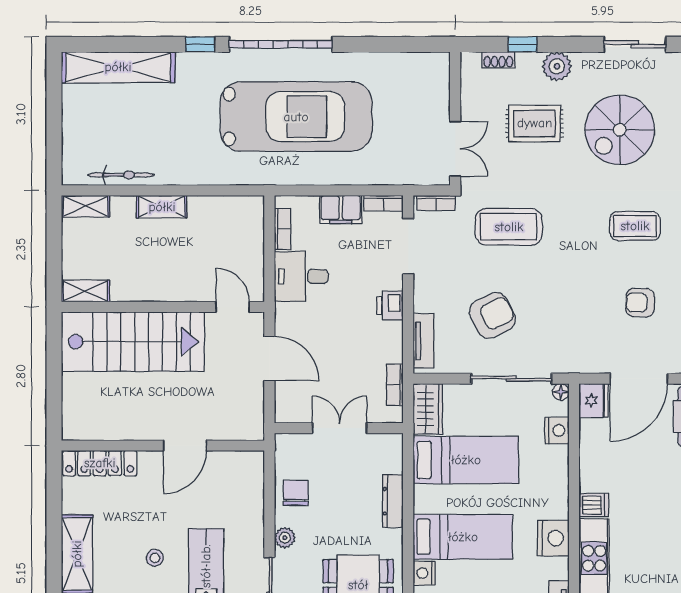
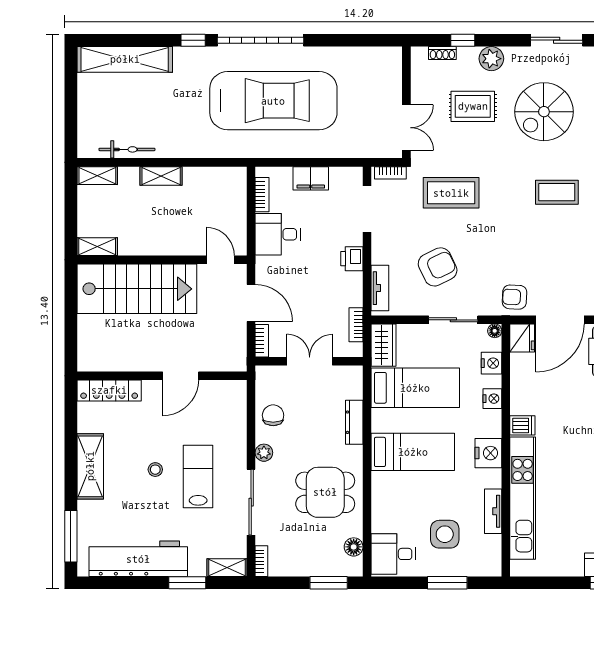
bookcase: (383, 203) -> (262, 341), moved, turned -90
armchair: (640, 303) -> (515, 297), moved
sliding door: (511, 379) -> (453, 320), width x0.73
nightstand: (424, 573) -> (492, 399), moved, turned 180

